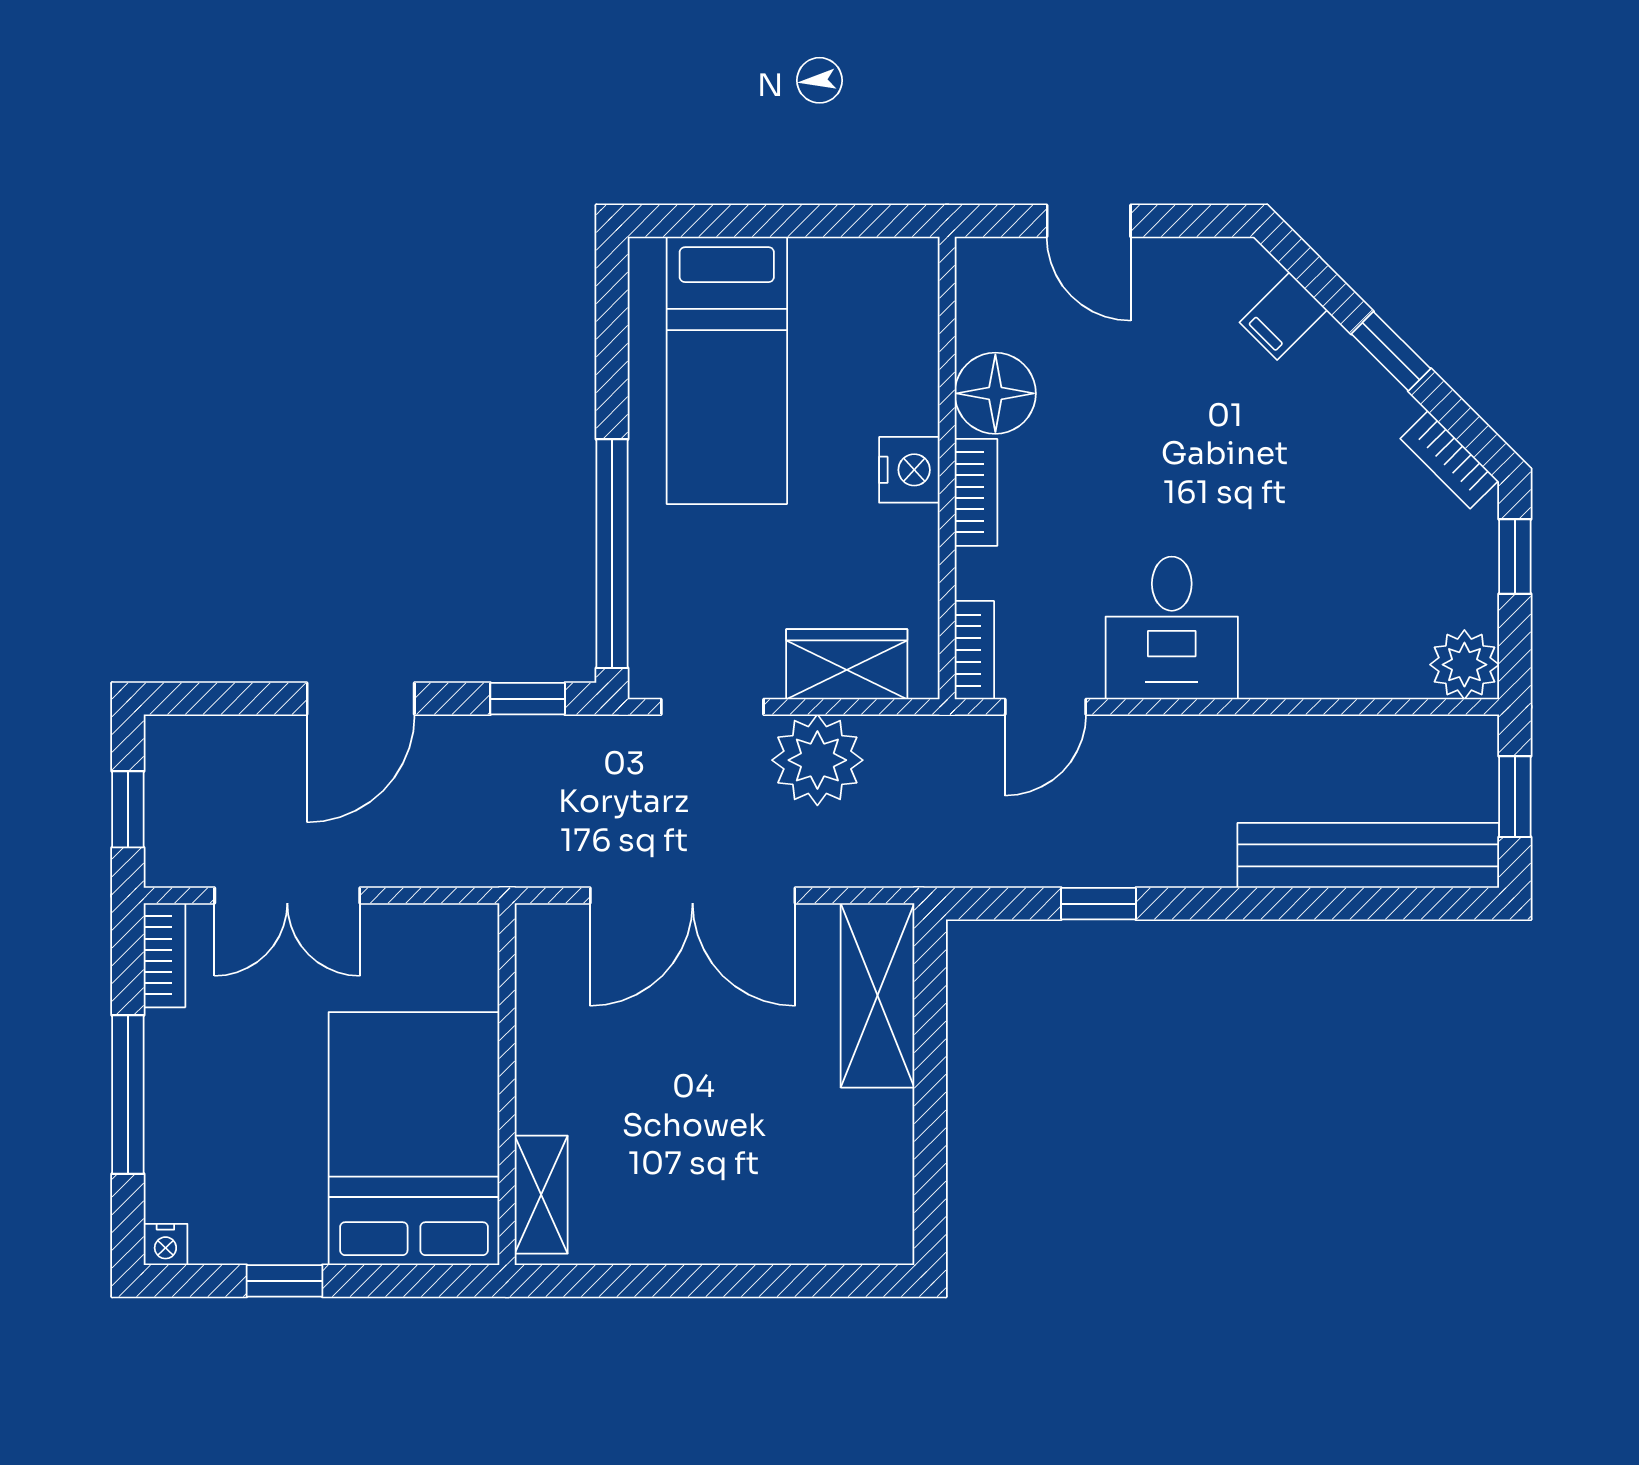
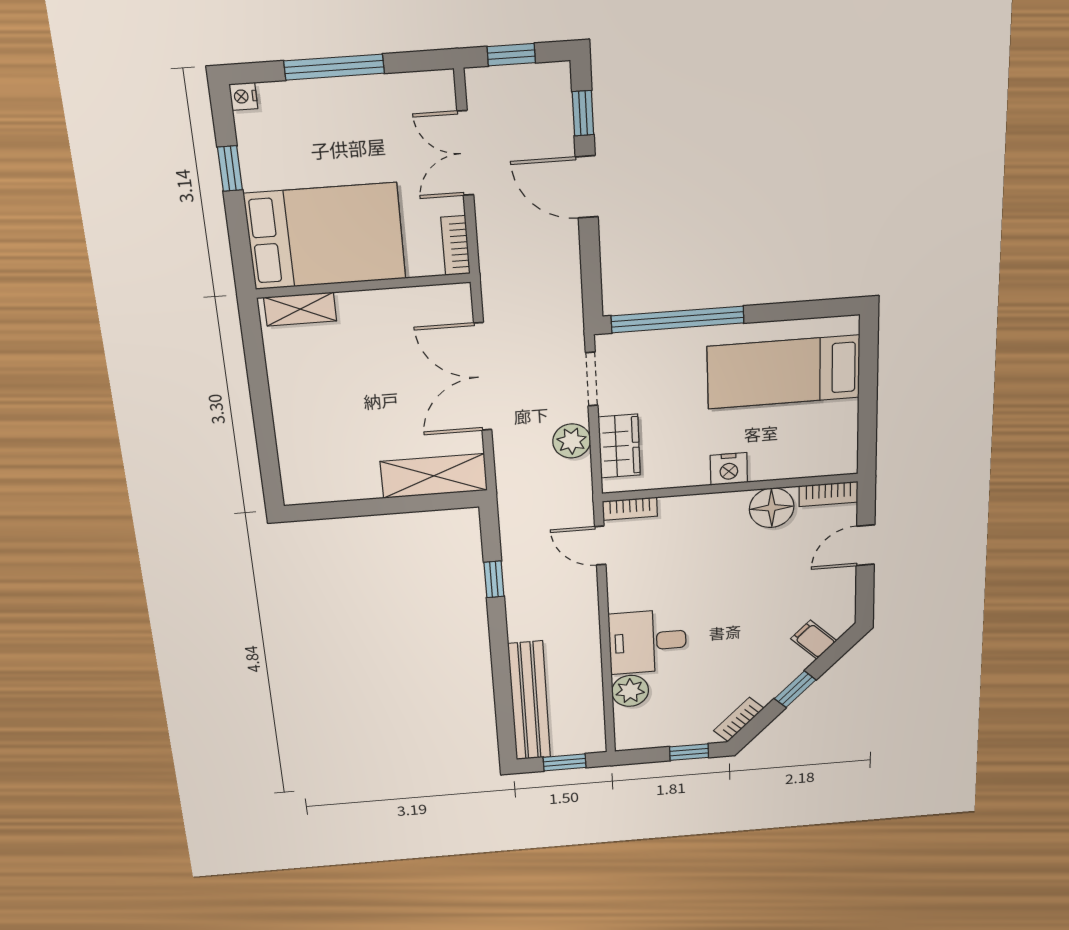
bookcase: (976, 492) -> (828, 494), moved
desk: (1172, 628) -> (648, 642), moved
plant: (1464, 665) -> (630, 691), moved
window: (528, 699) -> (583, 113), moved
plant: (817, 760) -> (572, 441), width x0.73, depth x0.73
bookcase: (164, 955) -> (455, 246), moved, turned 90

